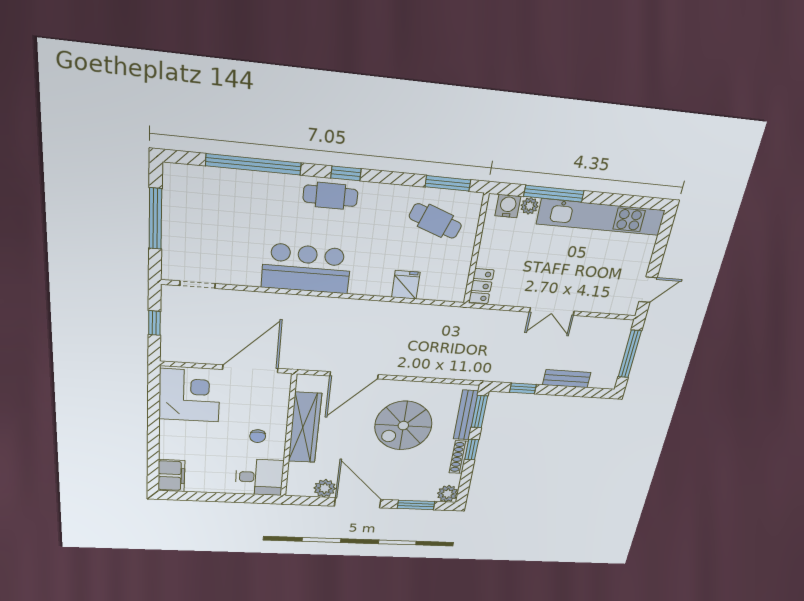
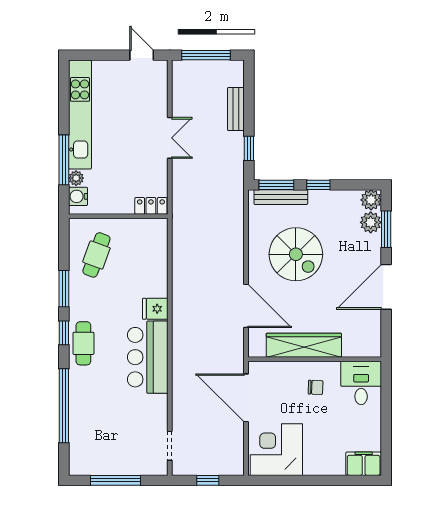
window: (448, 183) -> (64, 289), moved
fridge: (406, 285) -> (155, 309), moved
shoe rack: (459, 457) -> (328, 196), removed
plant: (325, 488) -> (371, 222), moved

